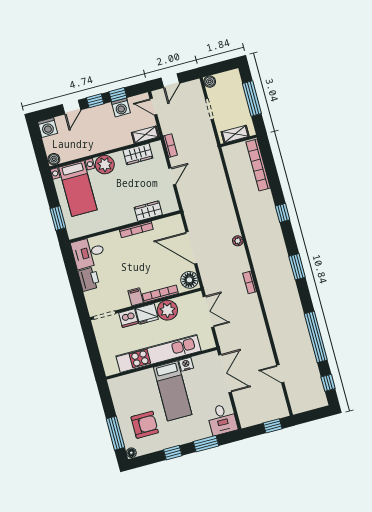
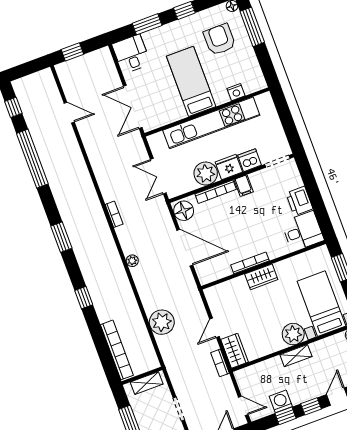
shelving: (145, 135) -> (296, 356), moved
wardrobe: (138, 154) -> (235, 351), moved, turned 90
plant: (217, 185) -> (162, 322), added
wardrobe: (148, 211) -> (261, 277), moved
nightstand: (186, 364) -> (236, 92), moved
armchair: (145, 425) -> (219, 40), turned 90

